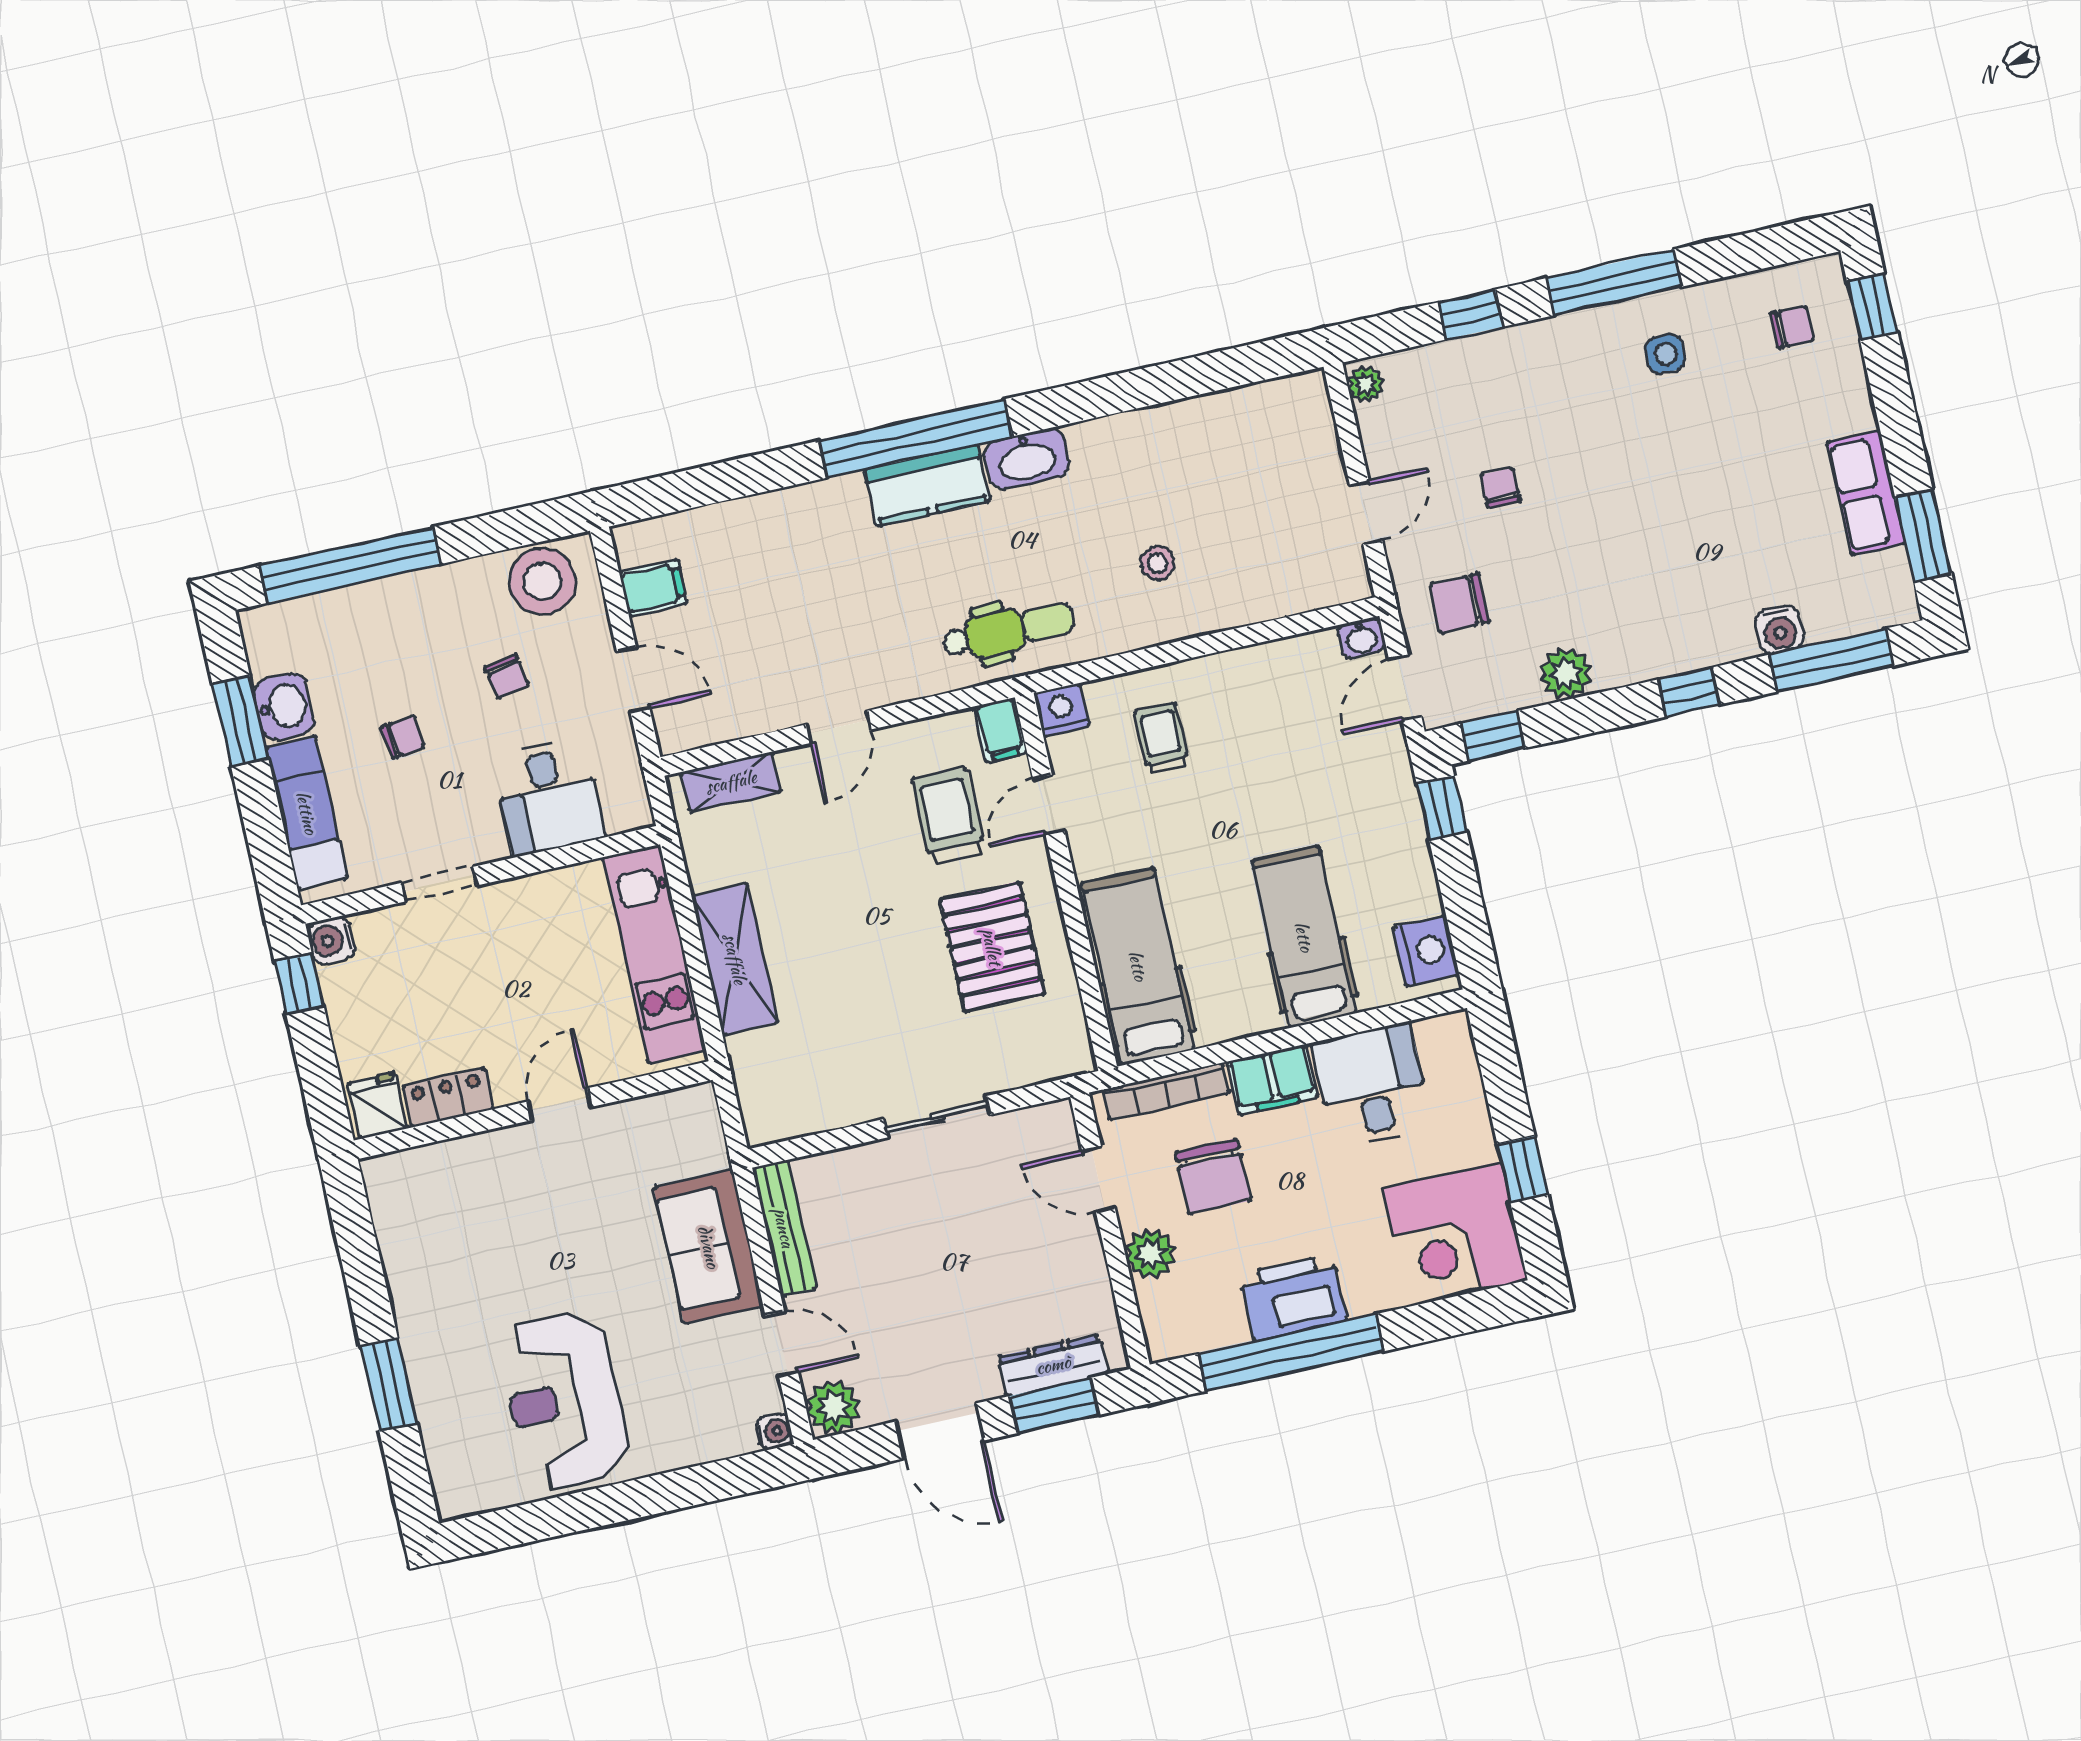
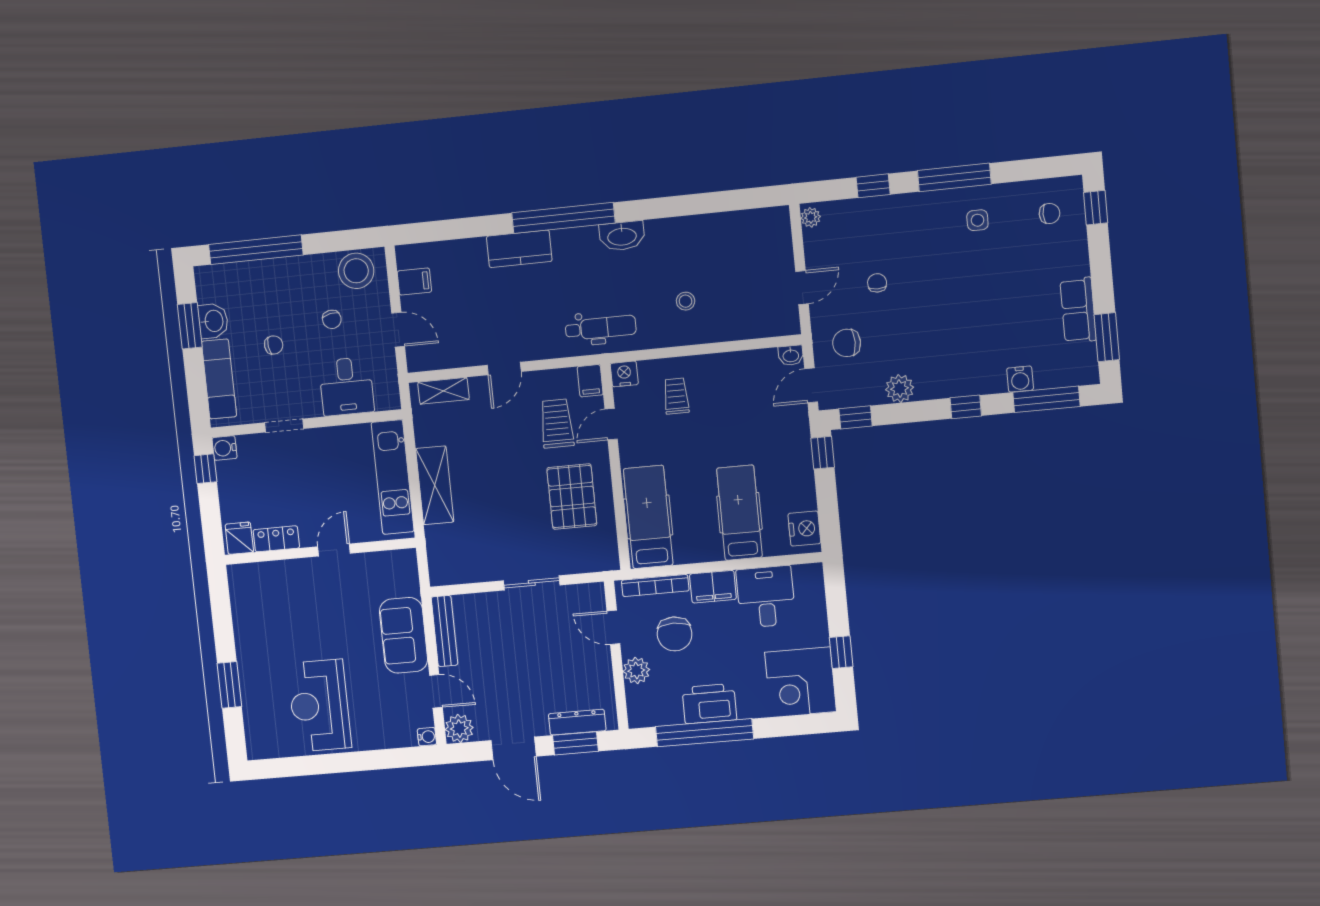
kitchen counter: (927, 485) -> (519, 249), moved

